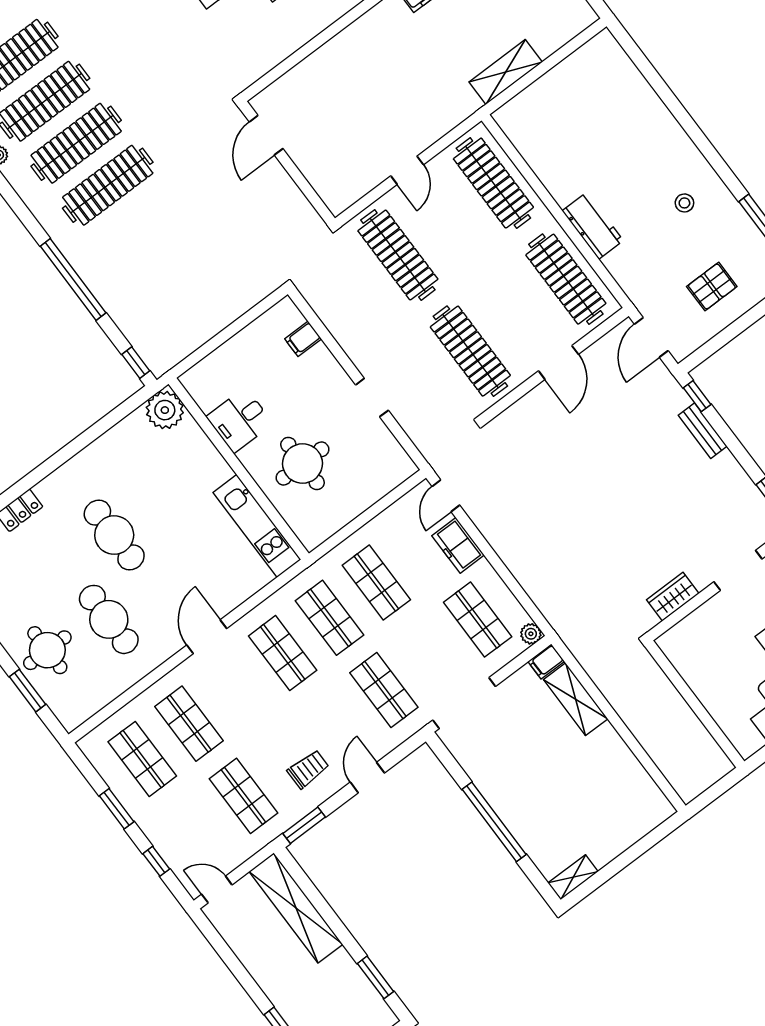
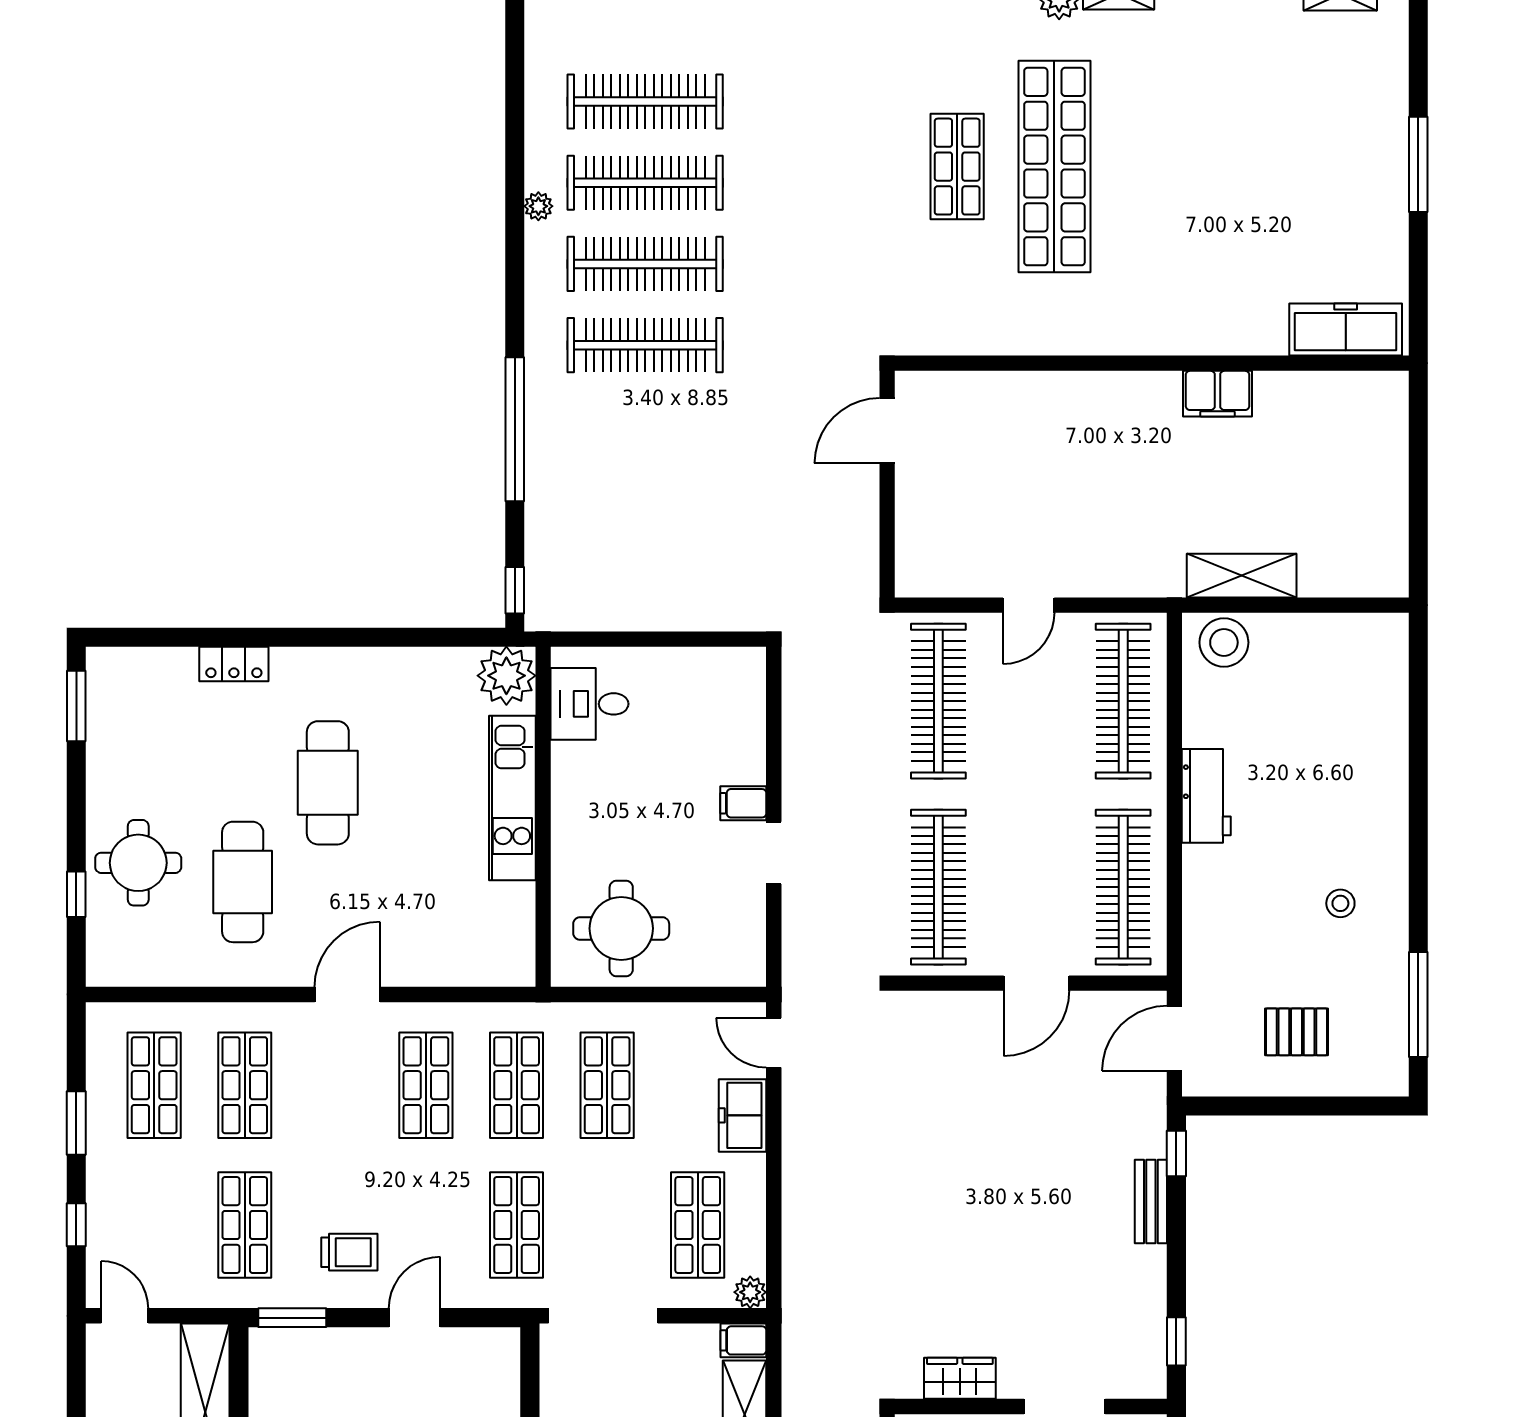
stool: (523, 113) -> (1224, 642), added
workbench: (593, 226) -> (1206, 796), moved
filing cabinet: (303, 339) -> (743, 803), moved
desk: (240, 420) -> (590, 704), moved
round table: (303, 464) -> (621, 928), moved
door: (446, 496) -> (774, 1043), hinge flipped
kitchen unit: (257, 526) -> (512, 798), moved
window: (28, 691) -> (76, 894), width x0.67

